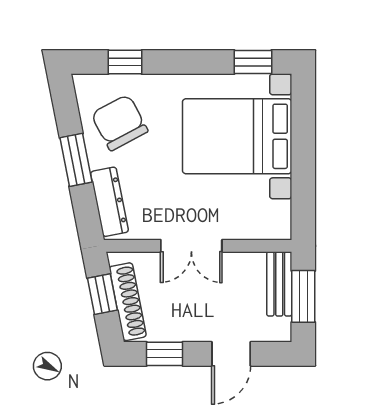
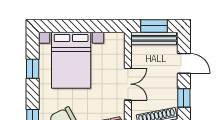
window: (253, 62) -> (33, 69), moved
bench: (279, 284) -> (154, 38), width x1.36

